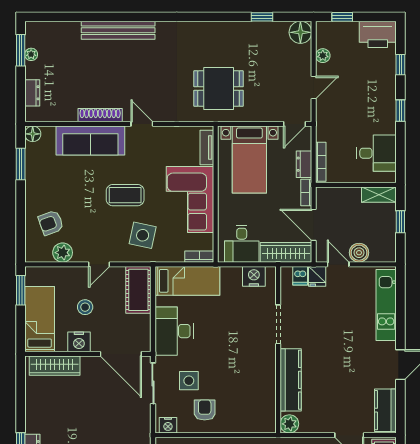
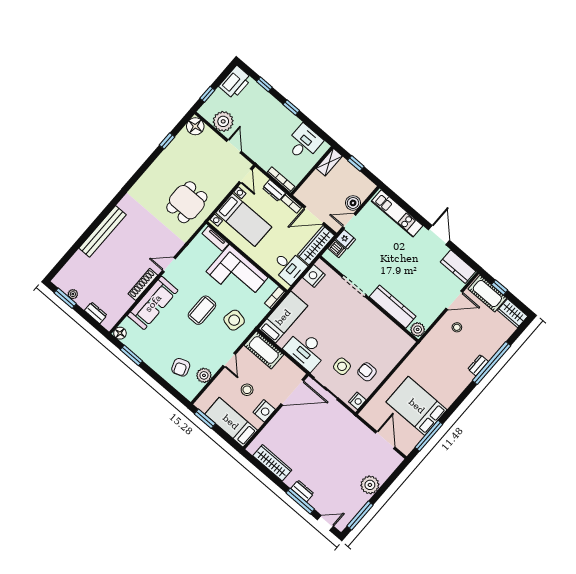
plant: (323, 56) -> (223, 121), width x1.88, depth x1.88
wardrobe: (55, 366) -> (272, 463), moved, turned -90

